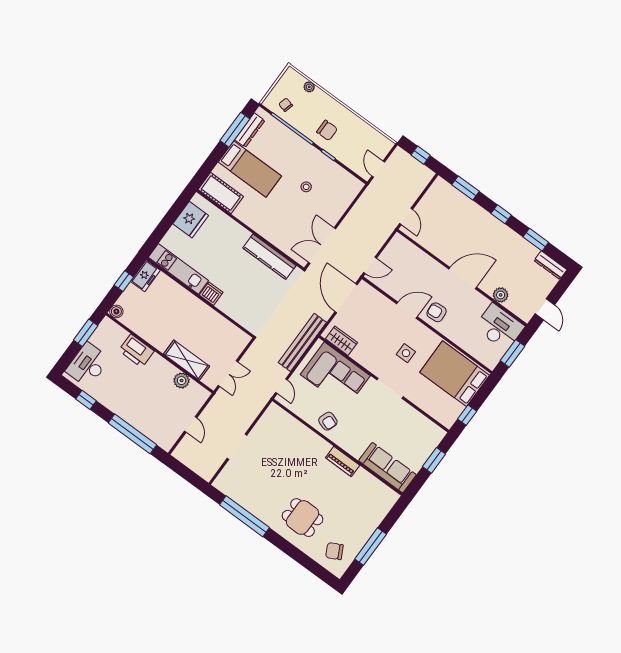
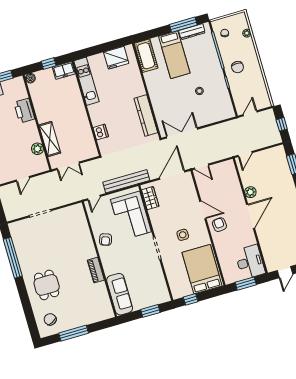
door: (463, 278) -> (250, 216), hinge flipped
dishwasher: (211, 294) -> (101, 132), moved
plant: (501, 295) -> (250, 192), moved

